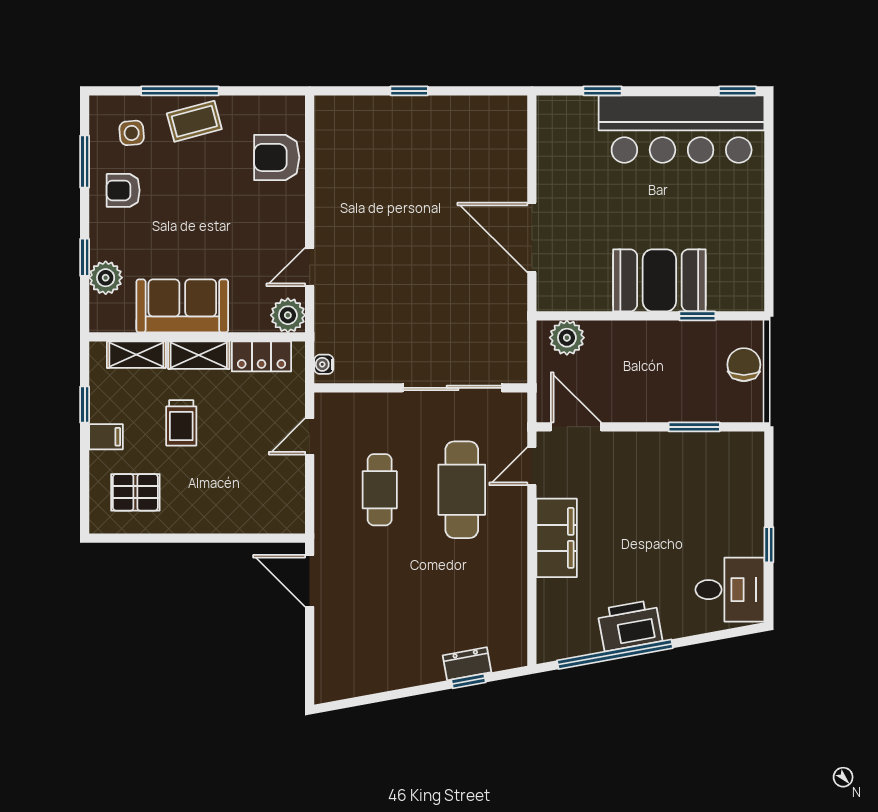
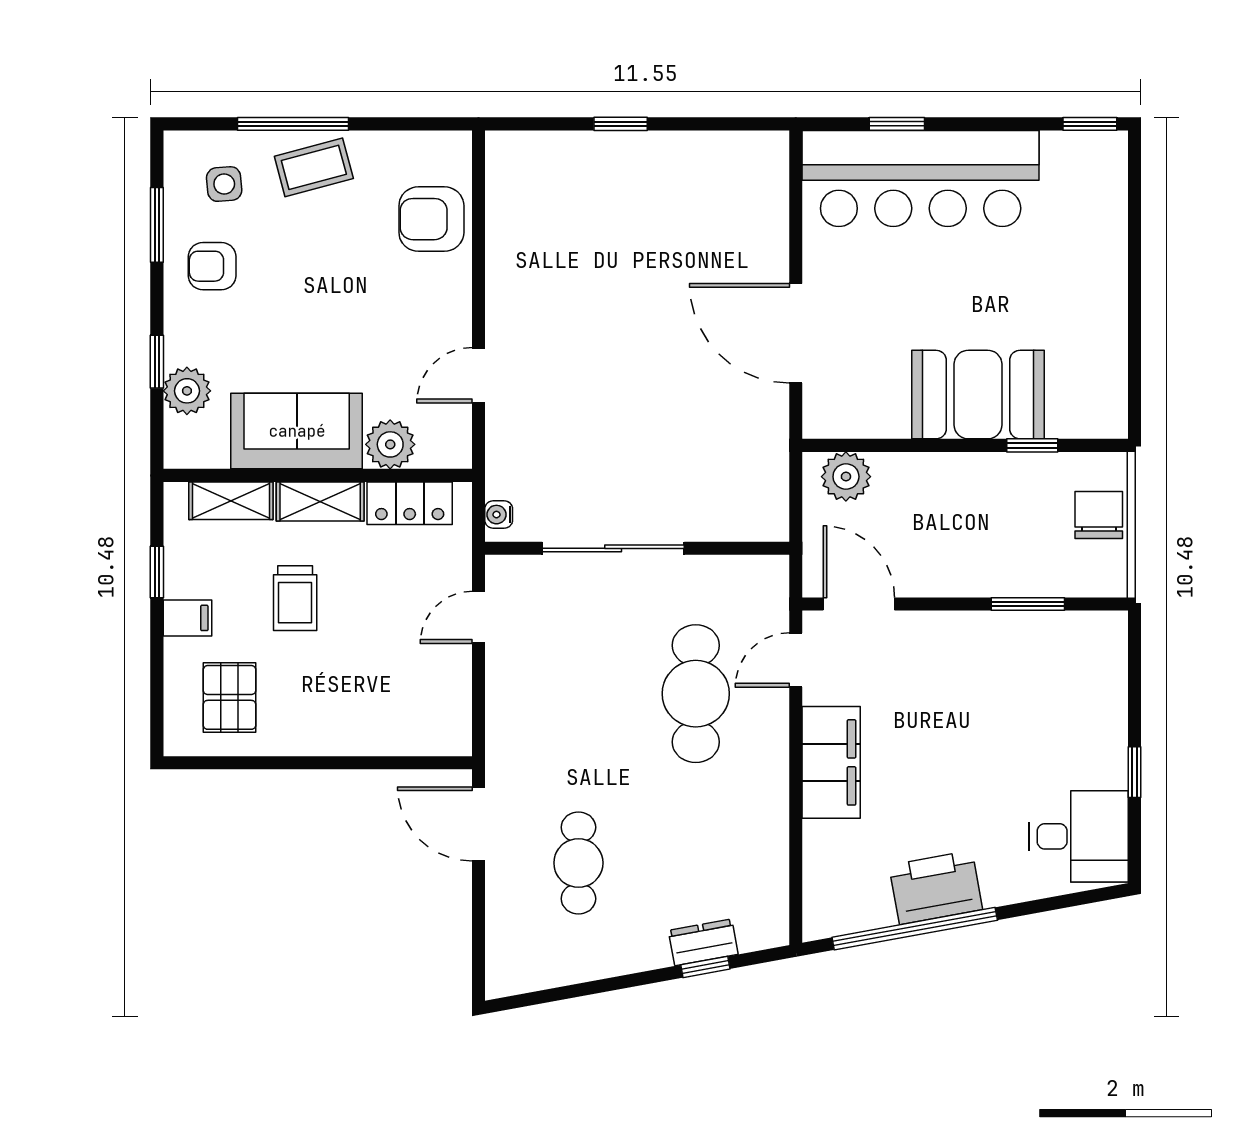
bar counter: (682, 129) -> (921, 178), moved
plant: (288, 315) -> (390, 444), moved
sliding door: (452, 388) -> (613, 548), moved
cafe table: (380, 490) -> (578, 863), moved
pallet: (135, 492) -> (230, 697), turned 90

